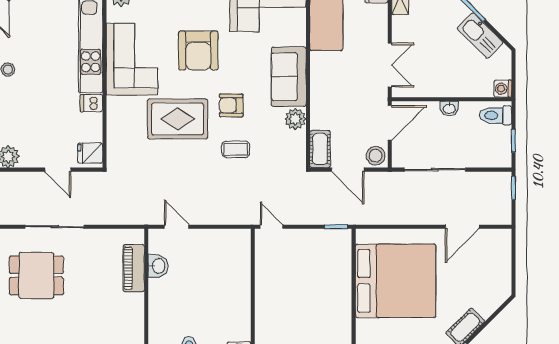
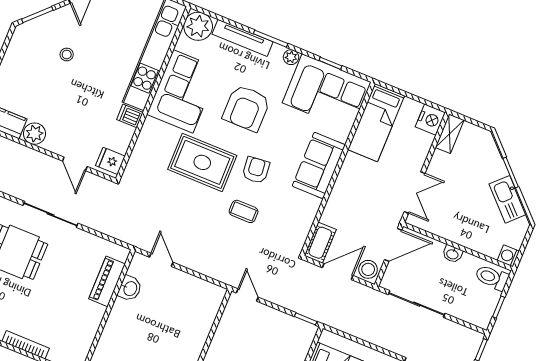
armchair: (231, 105) -> (256, 170), turned 84
plant: (295, 119) -> (309, 206), removed
door: (348, 170) -> (338, 272), swing flipped

